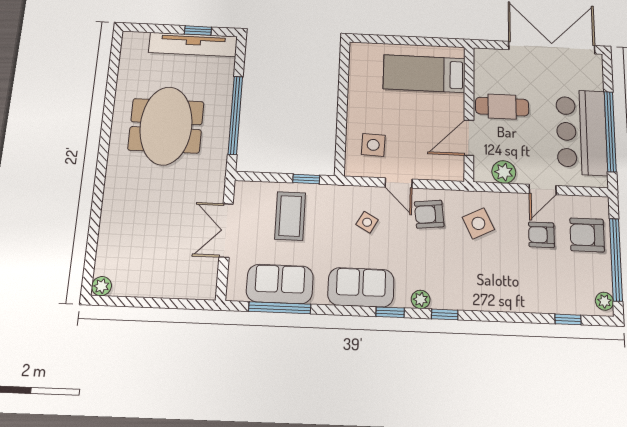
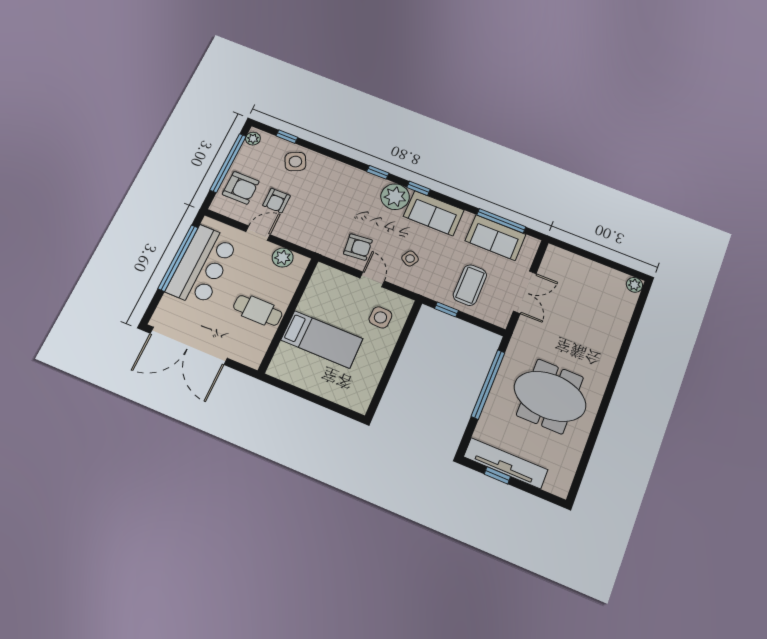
bed: (424, 74) -> (322, 339), moved
meeting table: (166, 126) -> (550, 396), turned 90
door: (469, 138) -> (298, 295), removed
side table: (478, 223) -> (295, 162), moved
armchair: (541, 235) -> (276, 201), turned 90
plant: (421, 299) -> (395, 197), width x1.88, depth x1.88

